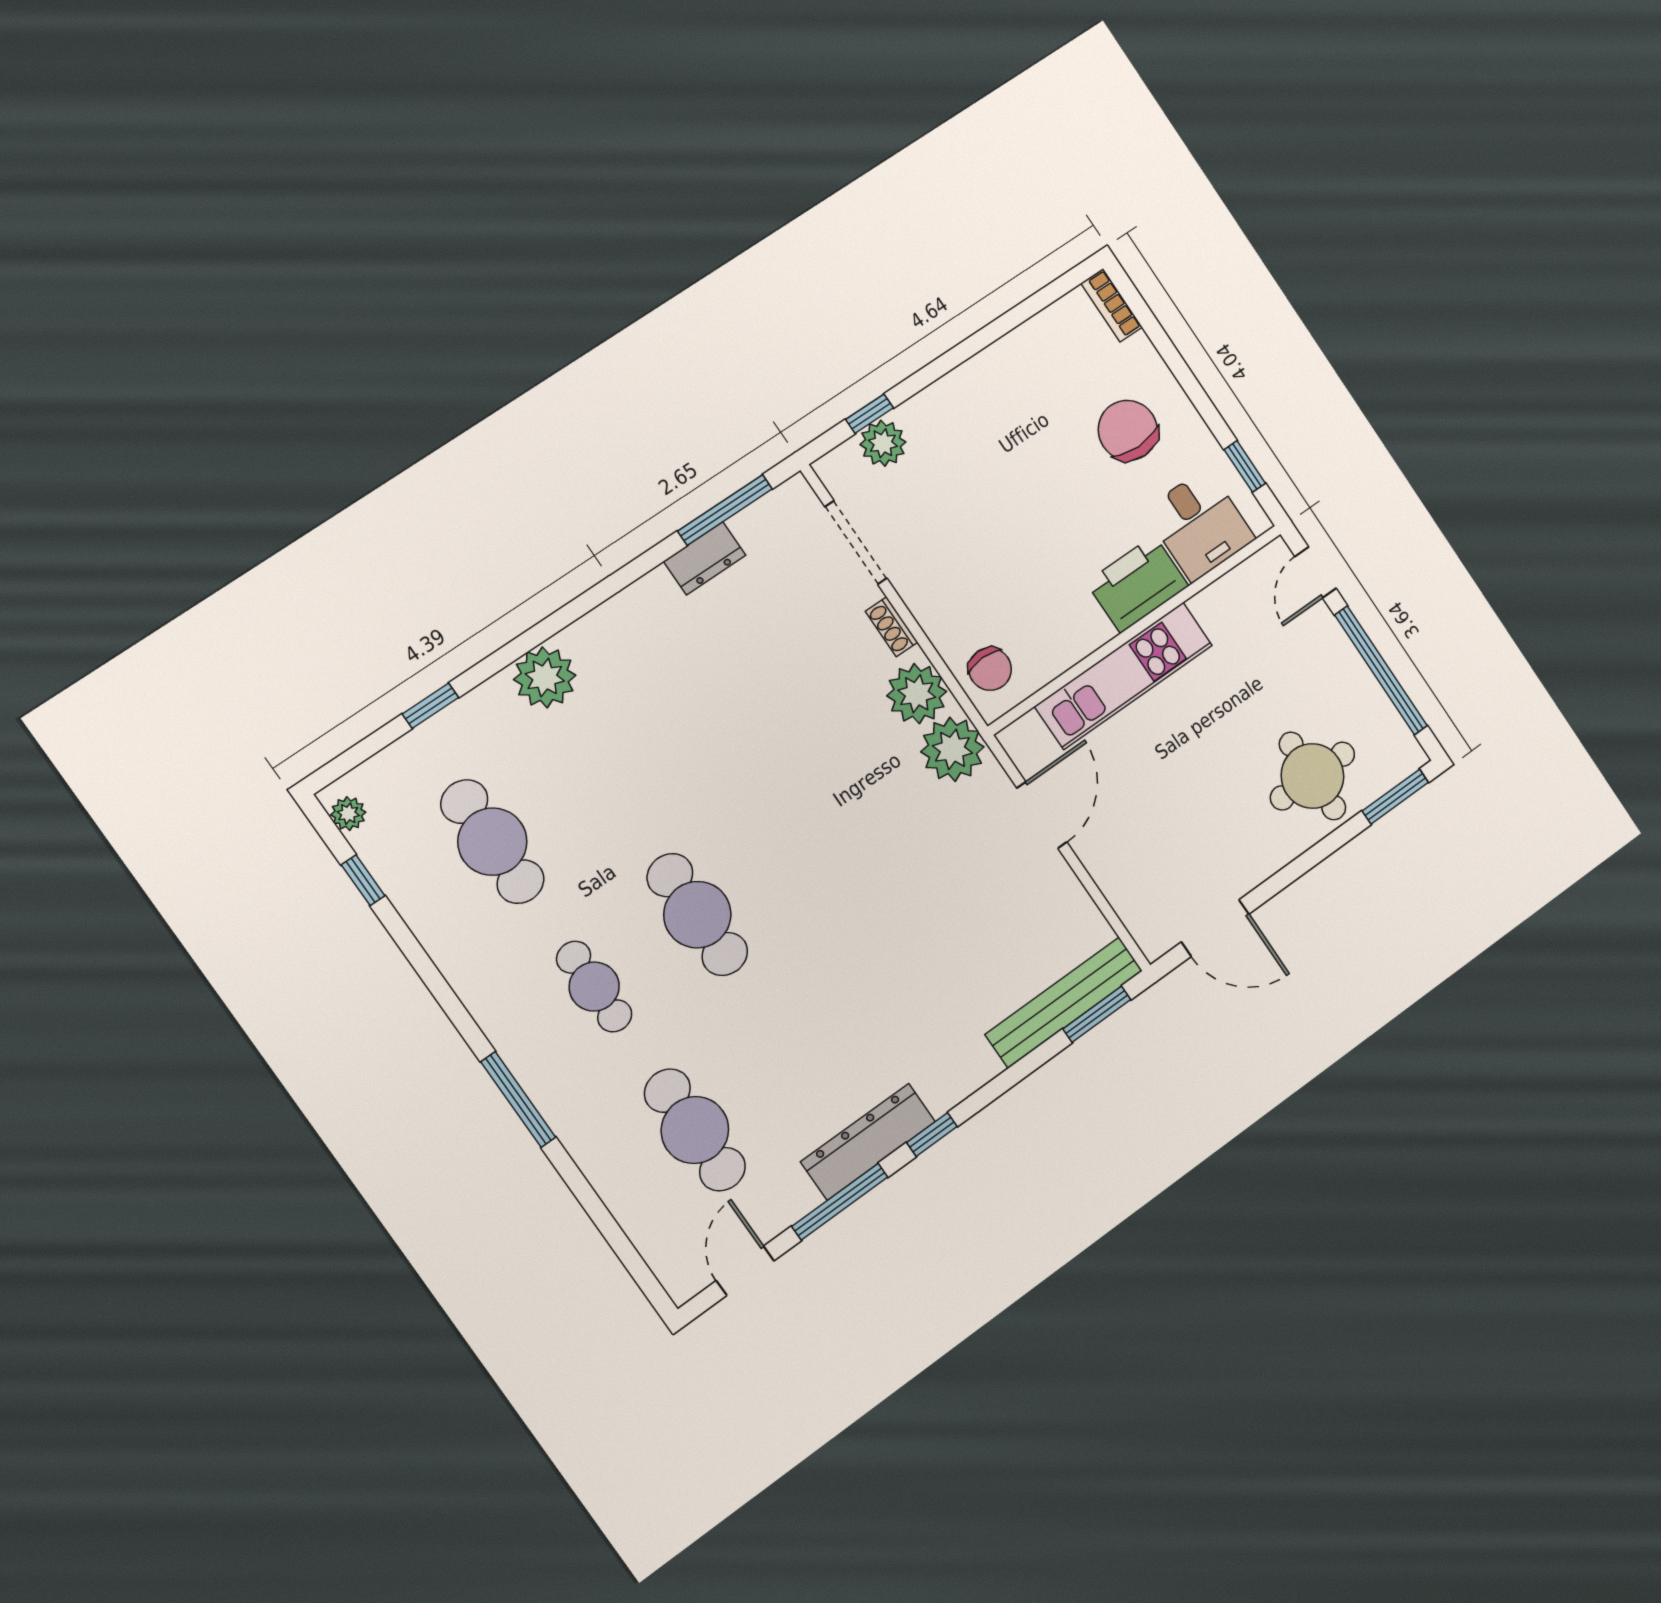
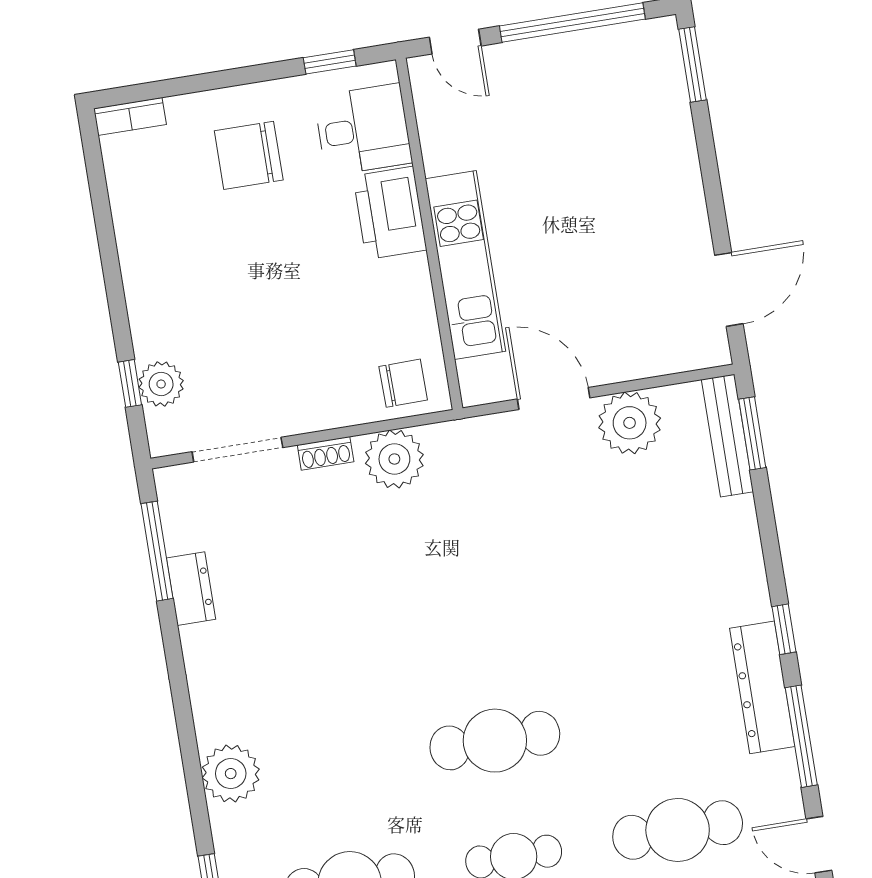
plant: (952, 749) -> (630, 423), moved
round table: (1312, 776) -> (637, 133), removed
bench: (1064, 1003) -> (727, 436), width x0.73, depth x0.82

